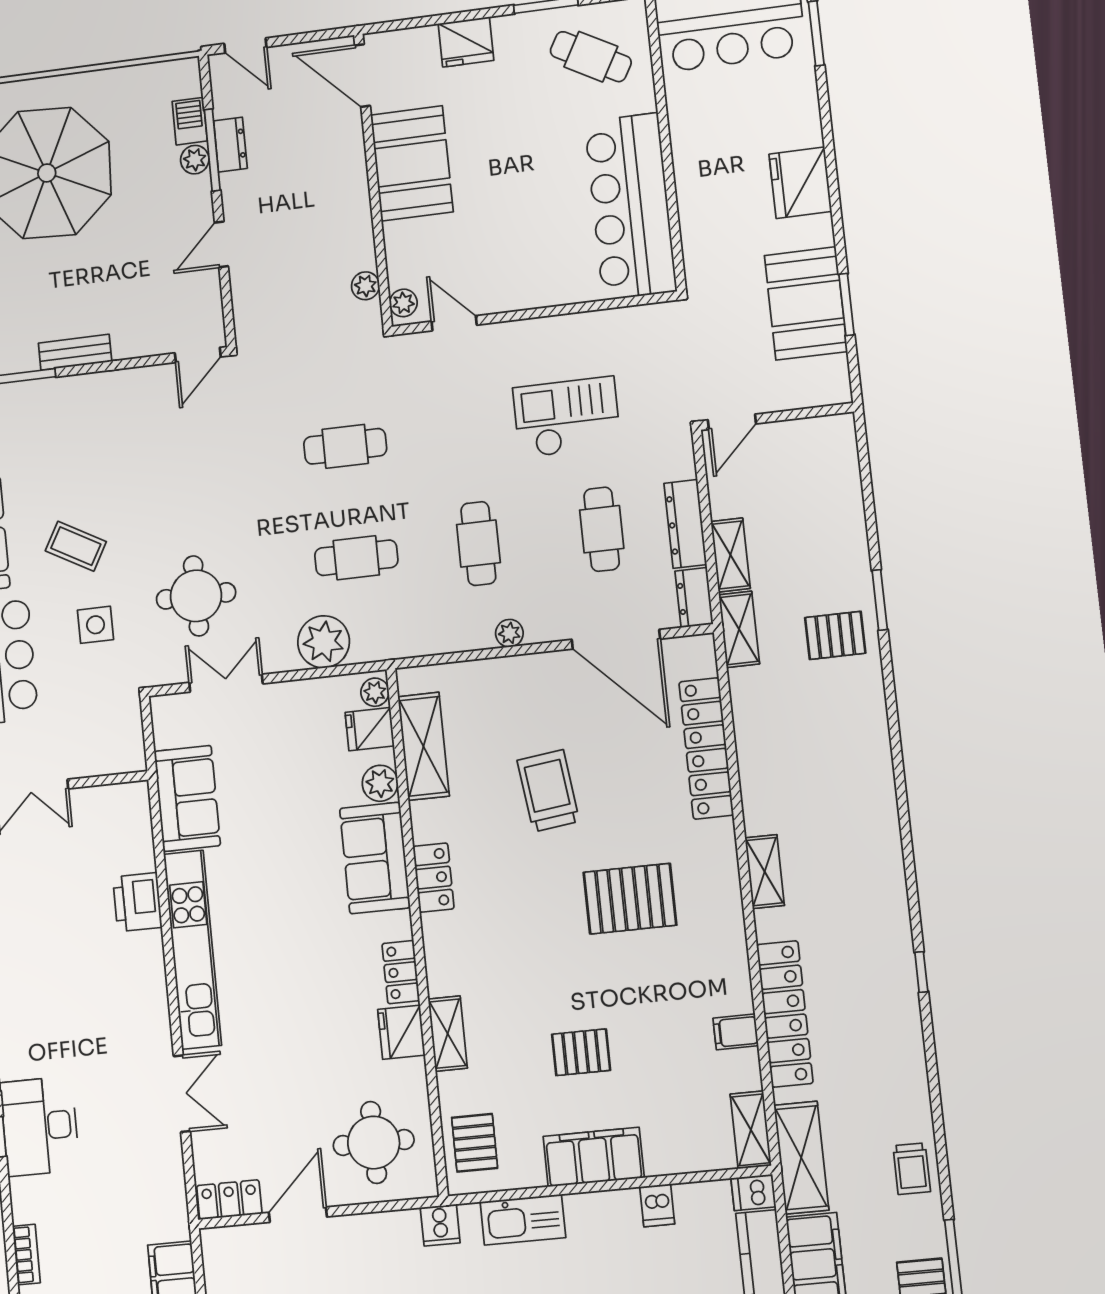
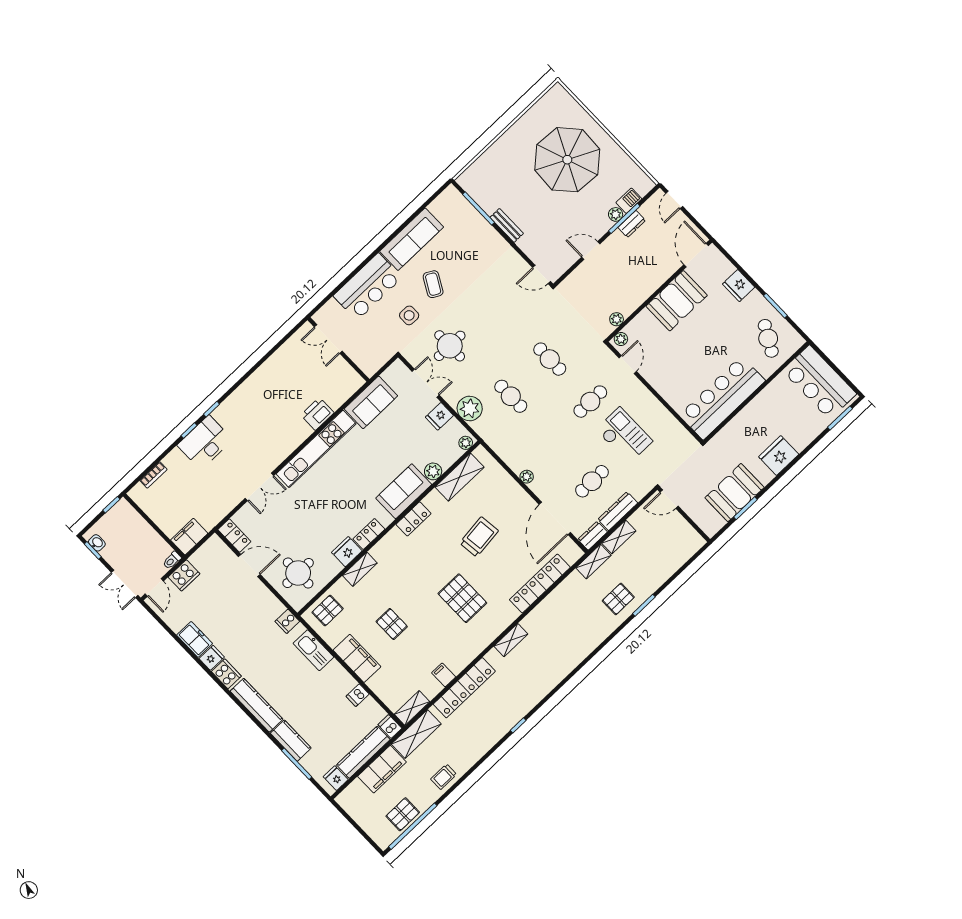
cafe table: (478, 544) -> (590, 402), moved
pallet: (835, 635) -> (618, 599), turned 90
fridge: (370, 729) -> (439, 416), moved, turned -90

